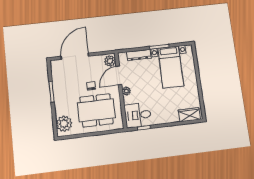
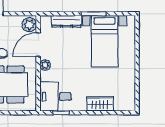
wardrobe: (189, 115) -> (100, 104), moved

